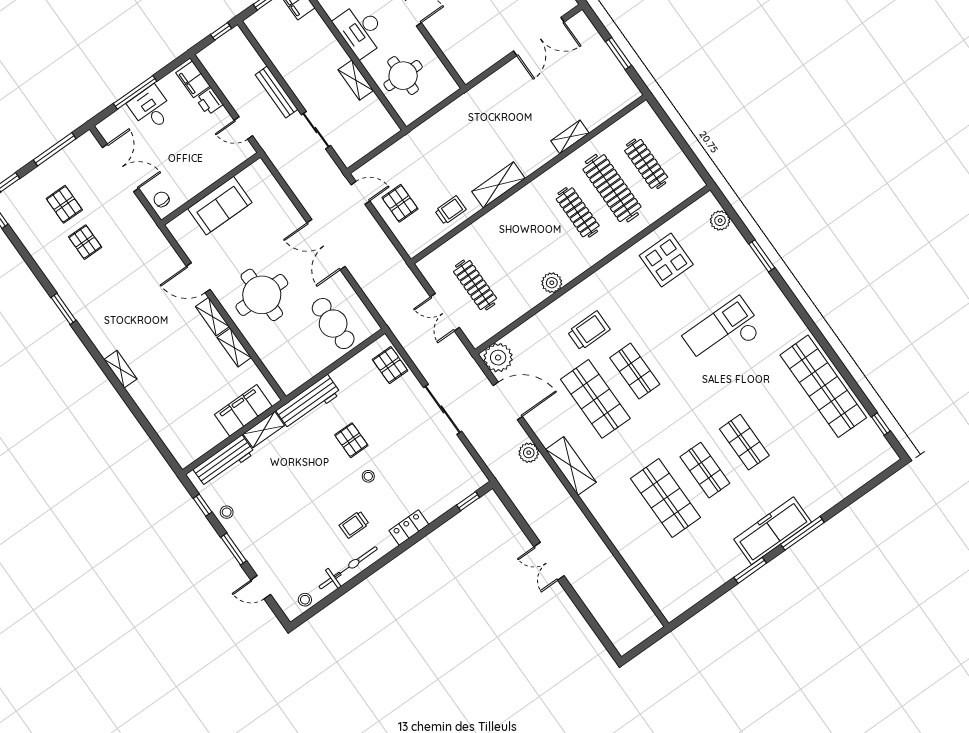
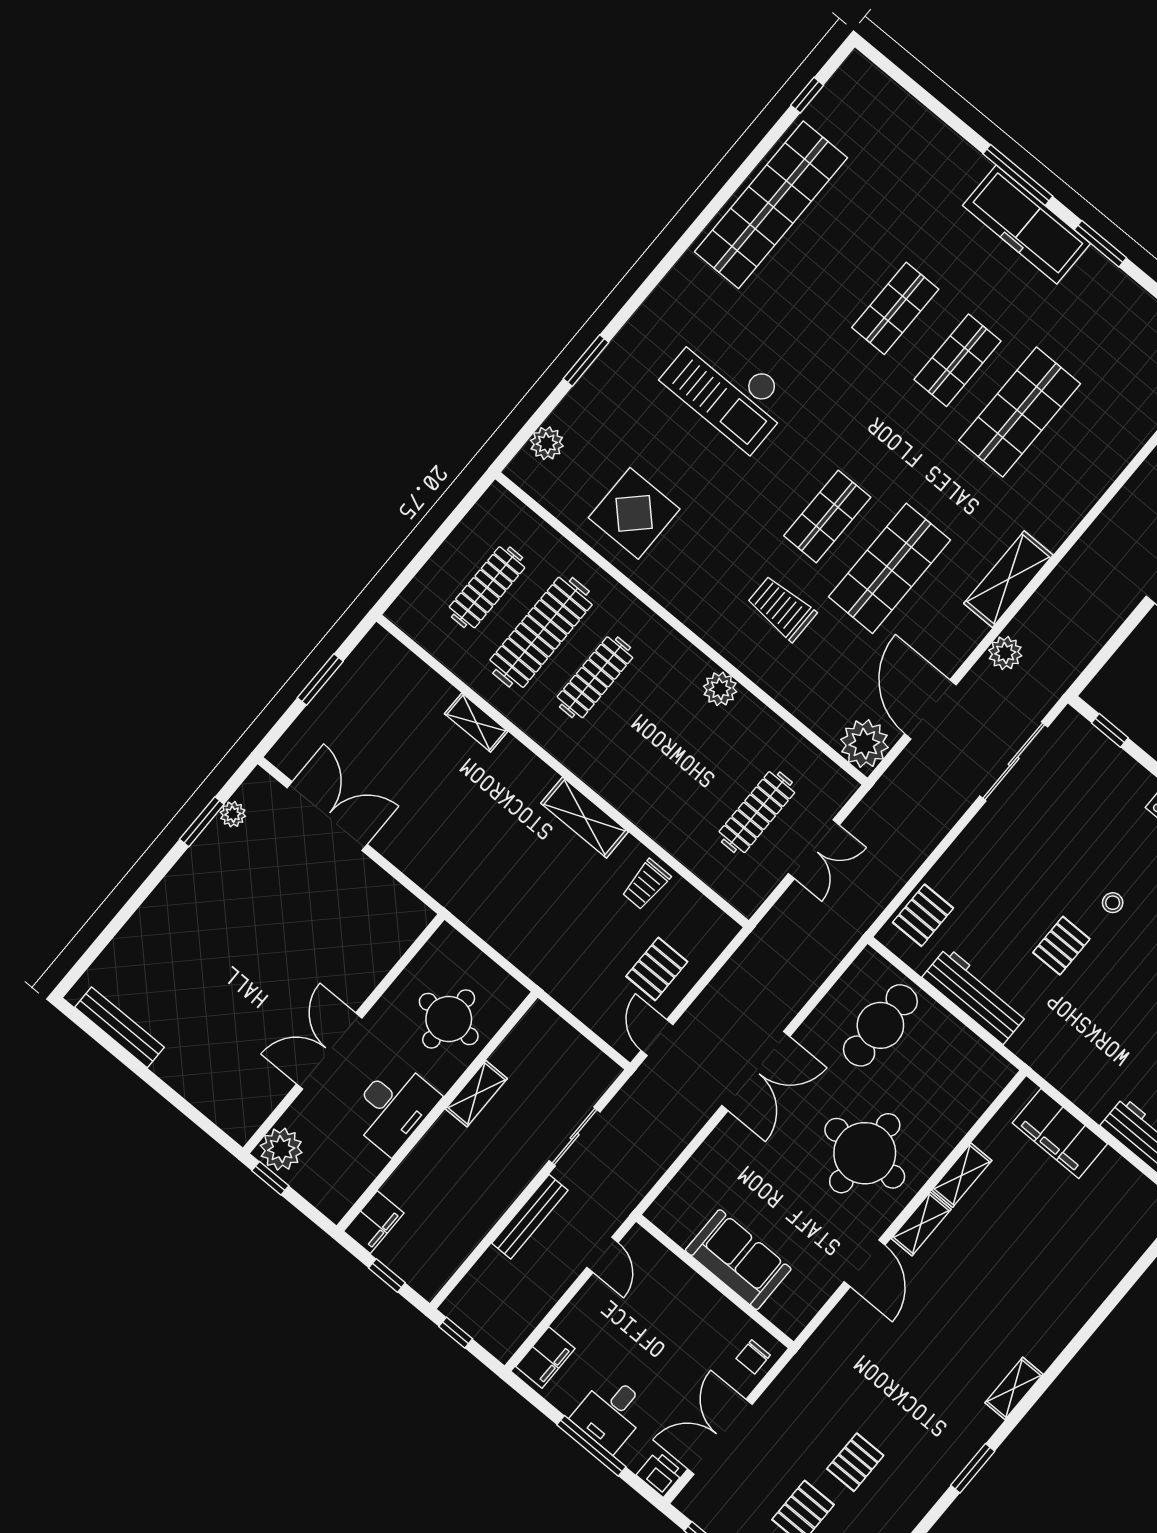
printer: (209, 101) -> (660, 1474), moved, turned -90
trolley: (450, 210) -> (646, 884), turned -90
shelving: (120, 369) -> (1014, 1388), moved
workbench: (308, 402) -> (975, 996), moved
sliding door: (443, 409) -> (1014, 761), moved
shelving: (264, 430) -> (1082, 1092), removed

